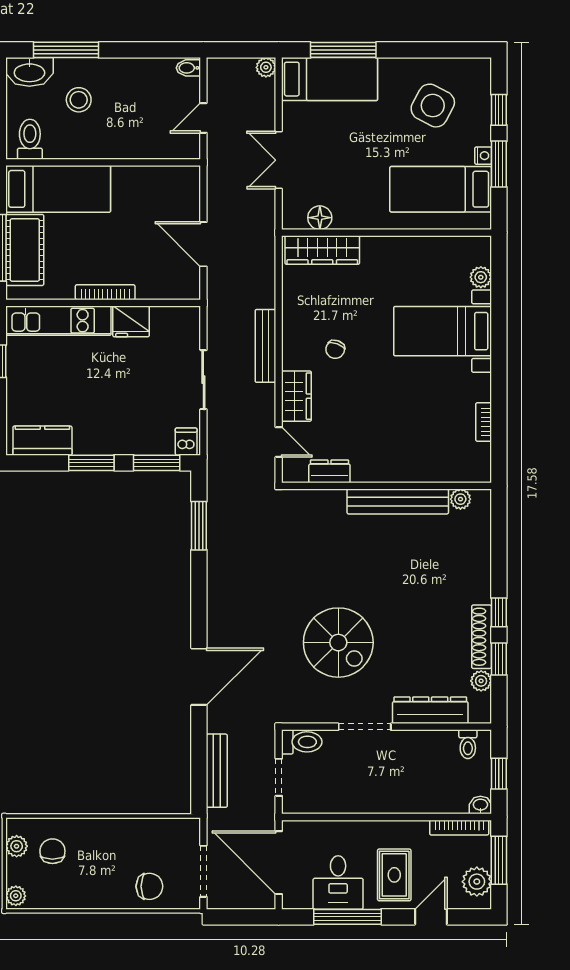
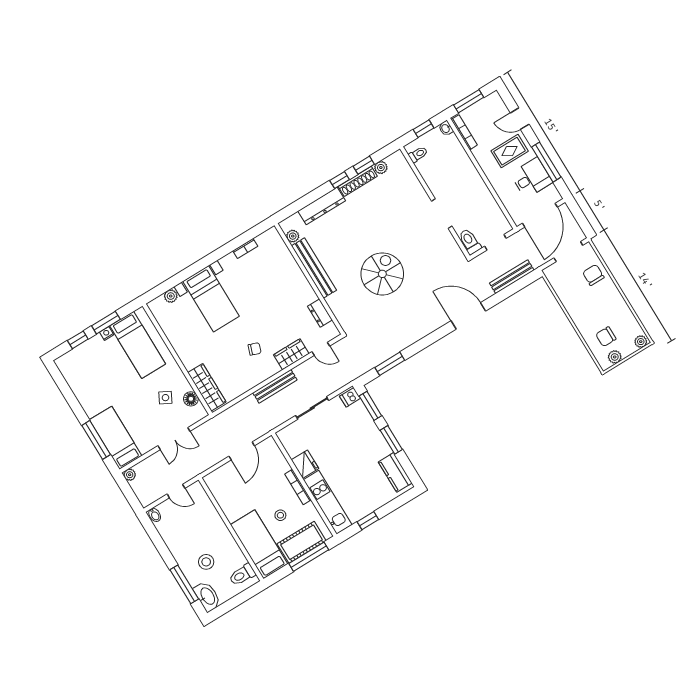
side table: (433, 106) -> (165, 398), moved, width x0.54, depth x0.54
stool: (81, 243) -> (280, 515), added
door: (279, 442) -> (321, 349), swing flipped
spiral stairs: (338, 643) -> (382, 274), moved
dresser: (430, 710) -> (322, 206), moved, turned -90
plant: (477, 882) -> (487, 106), removed

